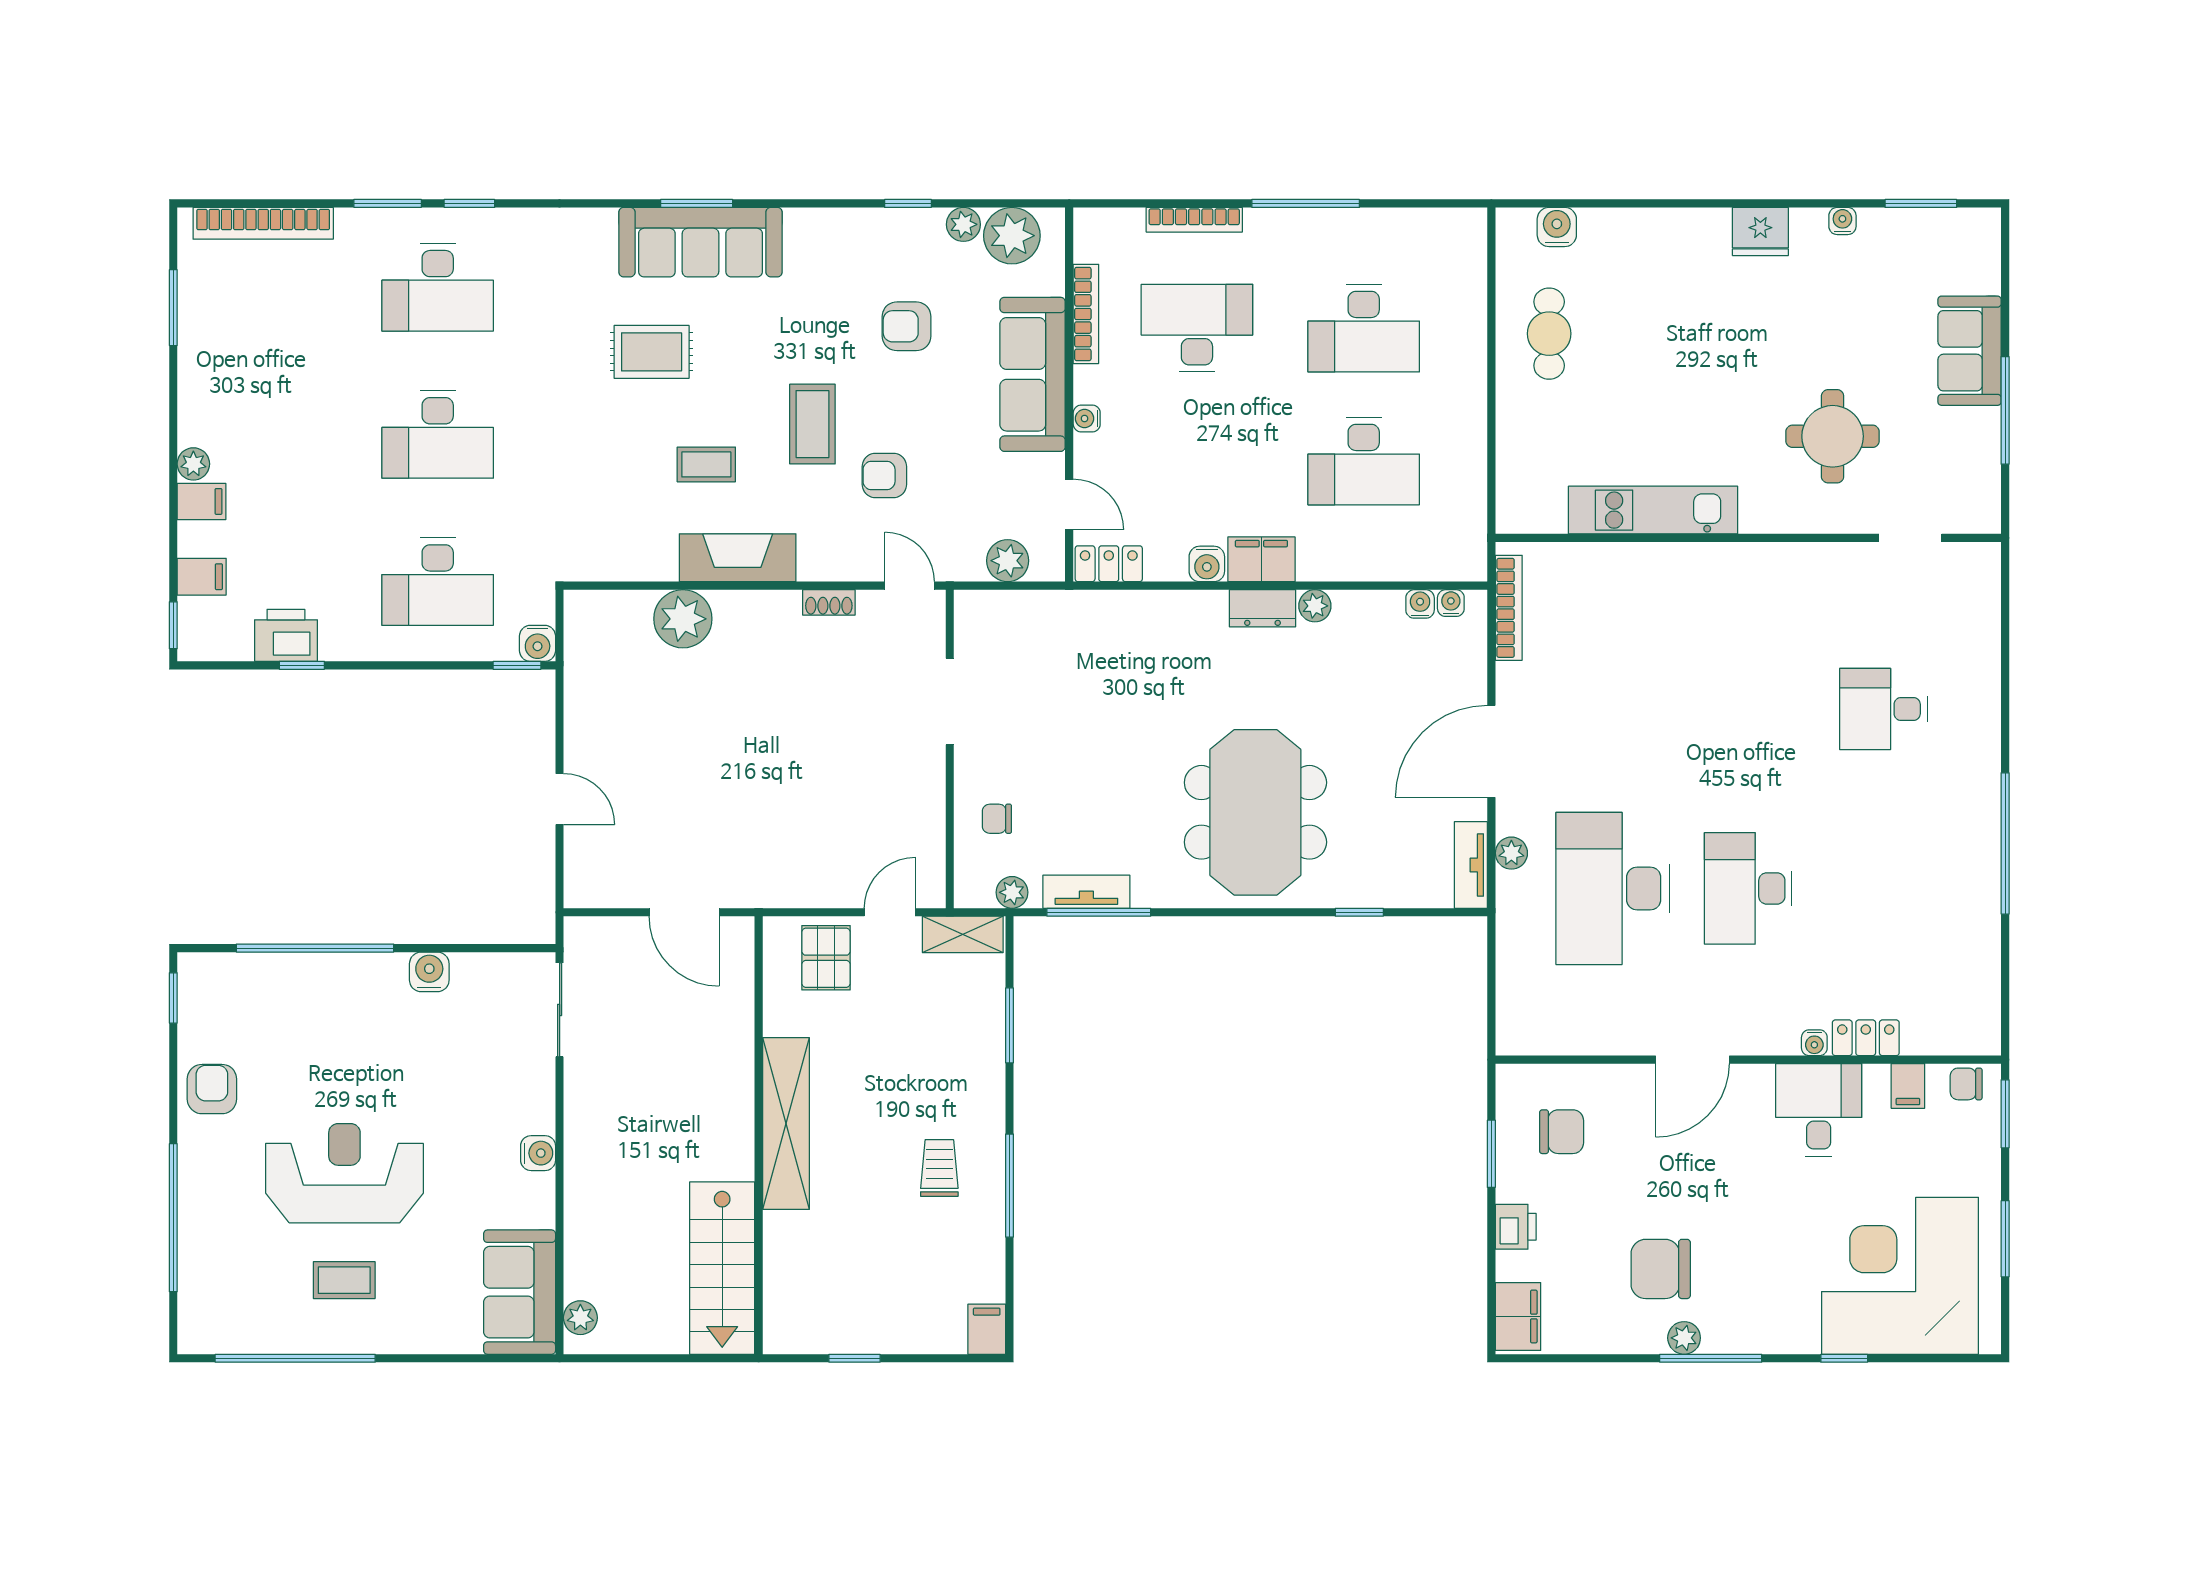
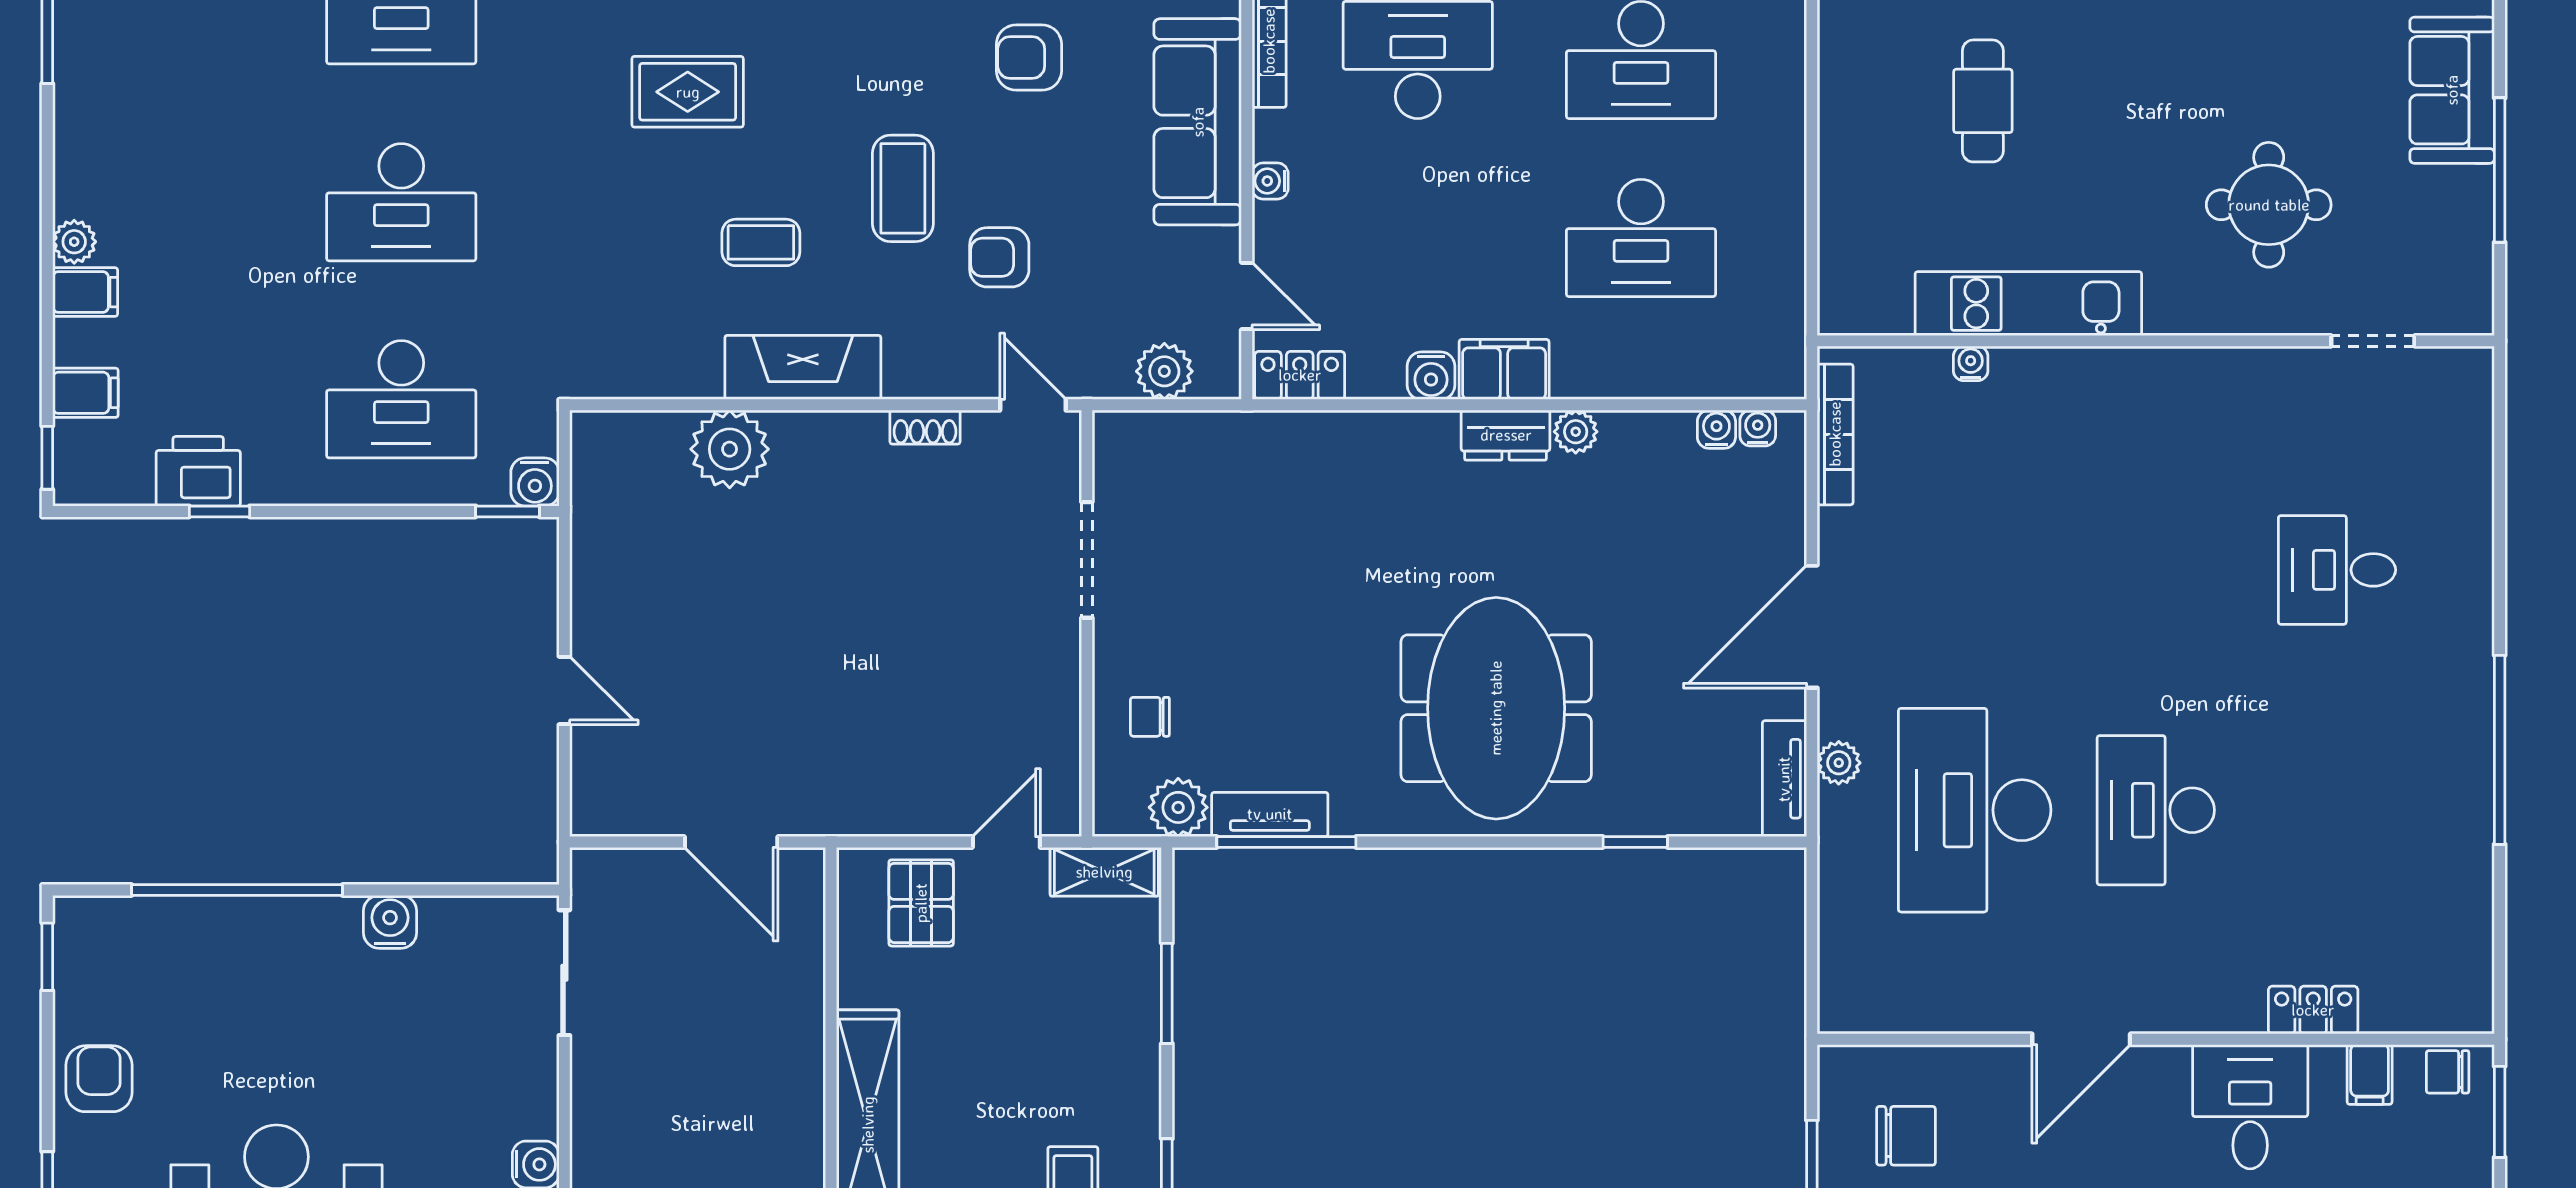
cafe table: (1549, 334) -> (1983, 101), moved
plant: (1012, 892) -> (1178, 807), width x1.38, depth x1.38
water cooler: (1814, 1043) -> (1971, 363), moved, turned 180

